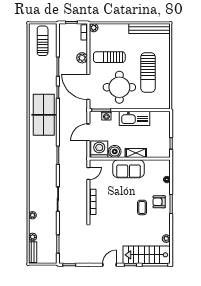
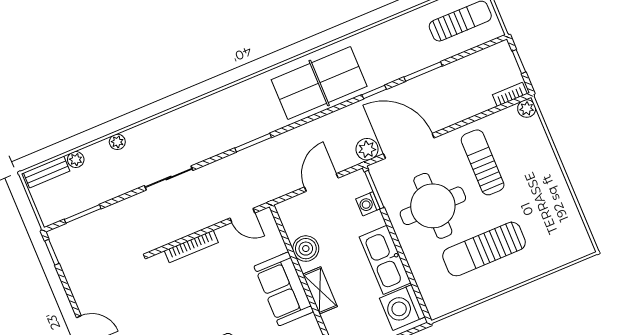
bench: (149, 28) -> (570, 216), removed
plant: (82, 58) -> (367, 149), moved
door: (88, 87) -> (409, 146), hinge flipped
door: (88, 132) -> (321, 182), hinge flipped
washing machine: (99, 149) -> (402, 308), moved, turned 180

